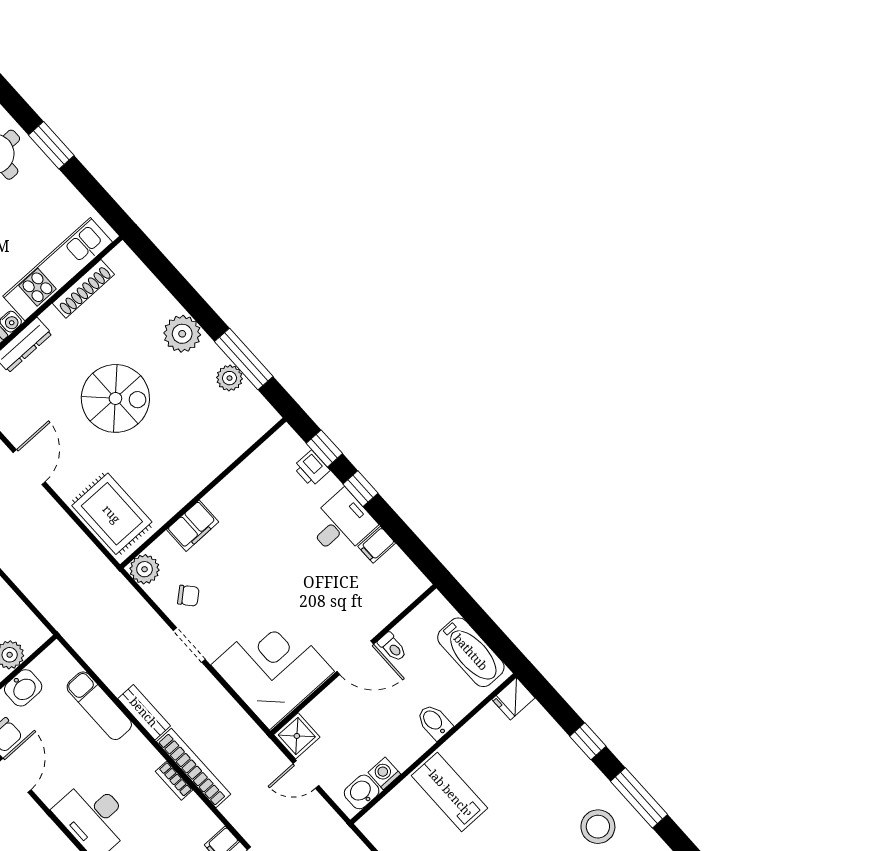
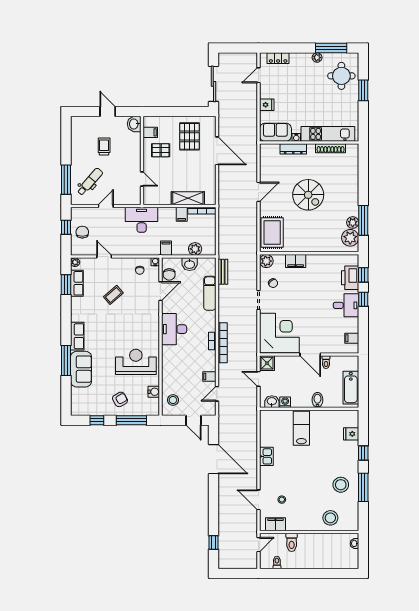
plant: (182, 334) -> (350, 238), moved
printer: (312, 469) -> (350, 278), width x1.87, depth x1.48
filing cabinet: (377, 545) -> (352, 338), moved
fridge: (513, 699) -> (351, 434), moved
bench: (144, 712) -> (223, 272), moved

